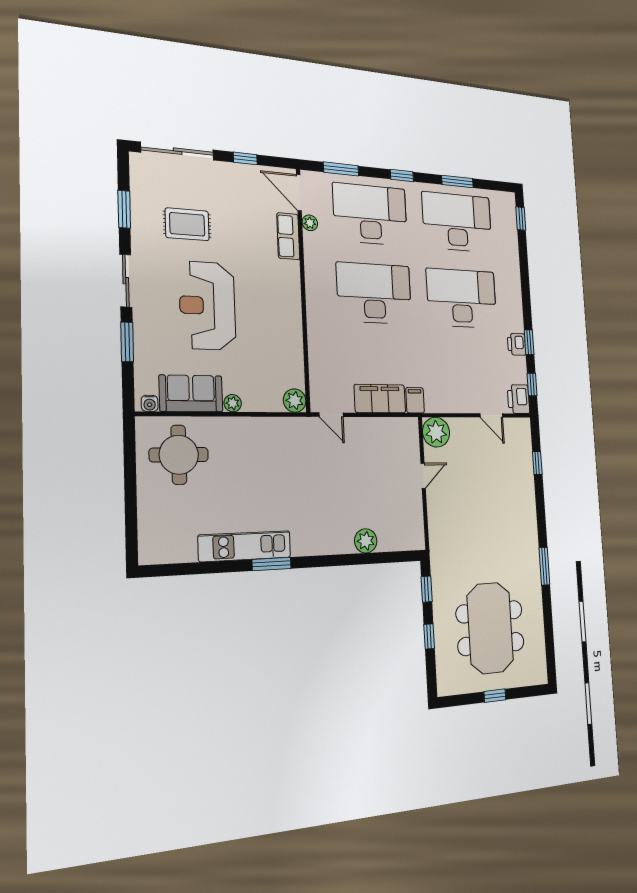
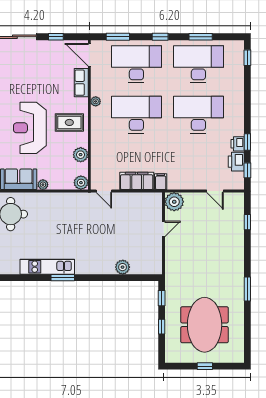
plant: (310, 223) -> (96, 101), moved
rug: (187, 224) -> (69, 122), moved
plant: (292, 354) -> (81, 155), added
printer: (519, 399) -> (236, 162), moved

